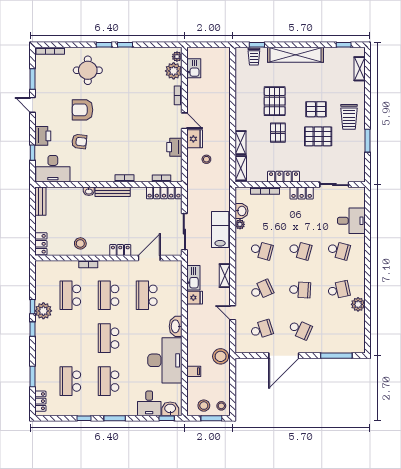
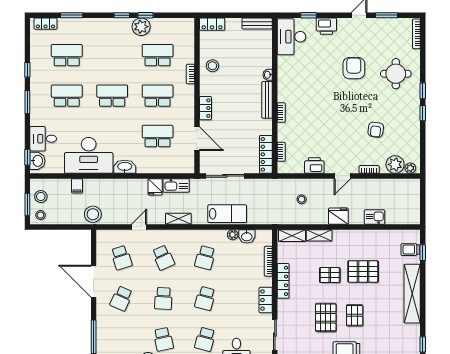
kitchen sink: (194, 68) -> (375, 217), moved, turned 180
fridge: (195, 139) -> (338, 216), moved, turned 180
armchair: (79, 141) -> (376, 130), moved

